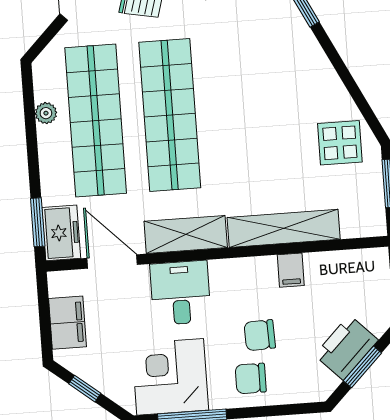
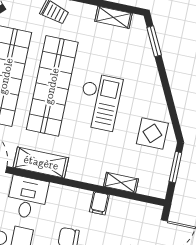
checkout: (247, 118) -> (99, 102), added
shelving: (284, 228) -> (121, 183), width x0.45, depth x0.75

